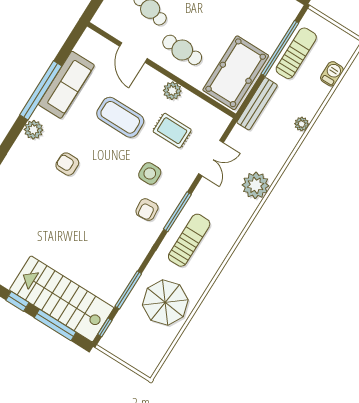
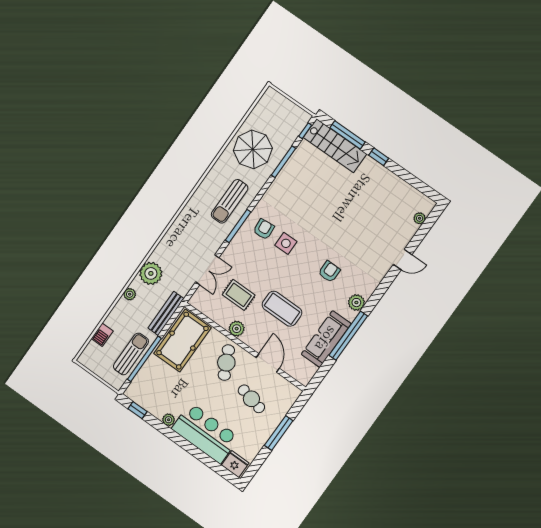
cafe table: (182, 50) -> (226, 363), turned 64
sun lounger: (296, 53) -> (131, 354), turned 180
double door: (211, 158) -> (207, 270), swing flipped
armchair: (67, 164) -> (329, 272), turned -90
side table: (150, 174) -> (286, 243), moved
plant: (256, 185) -> (151, 273), moved
stairs: (62, 299) -> (335, 146), width x0.73, depth x0.66

